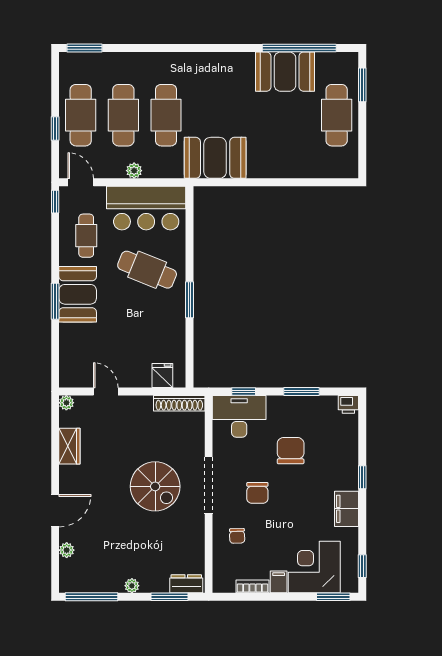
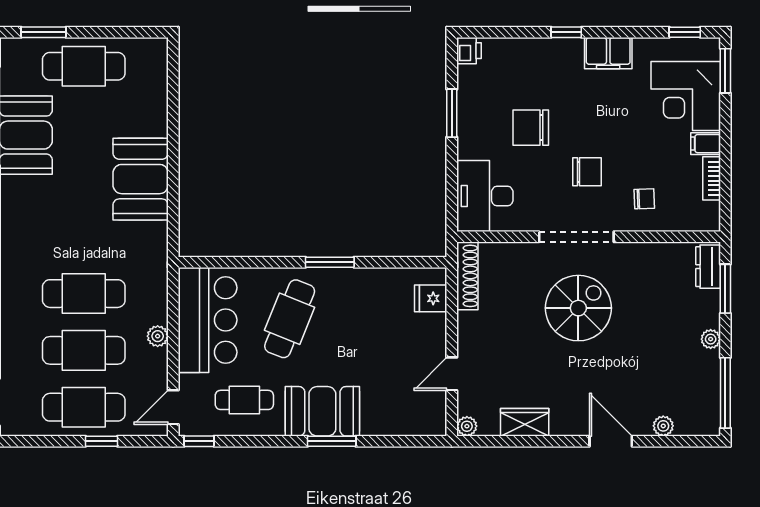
booth: (215, 158) -> (141, 179), moved
window: (244, 391) -> (452, 190), removed

